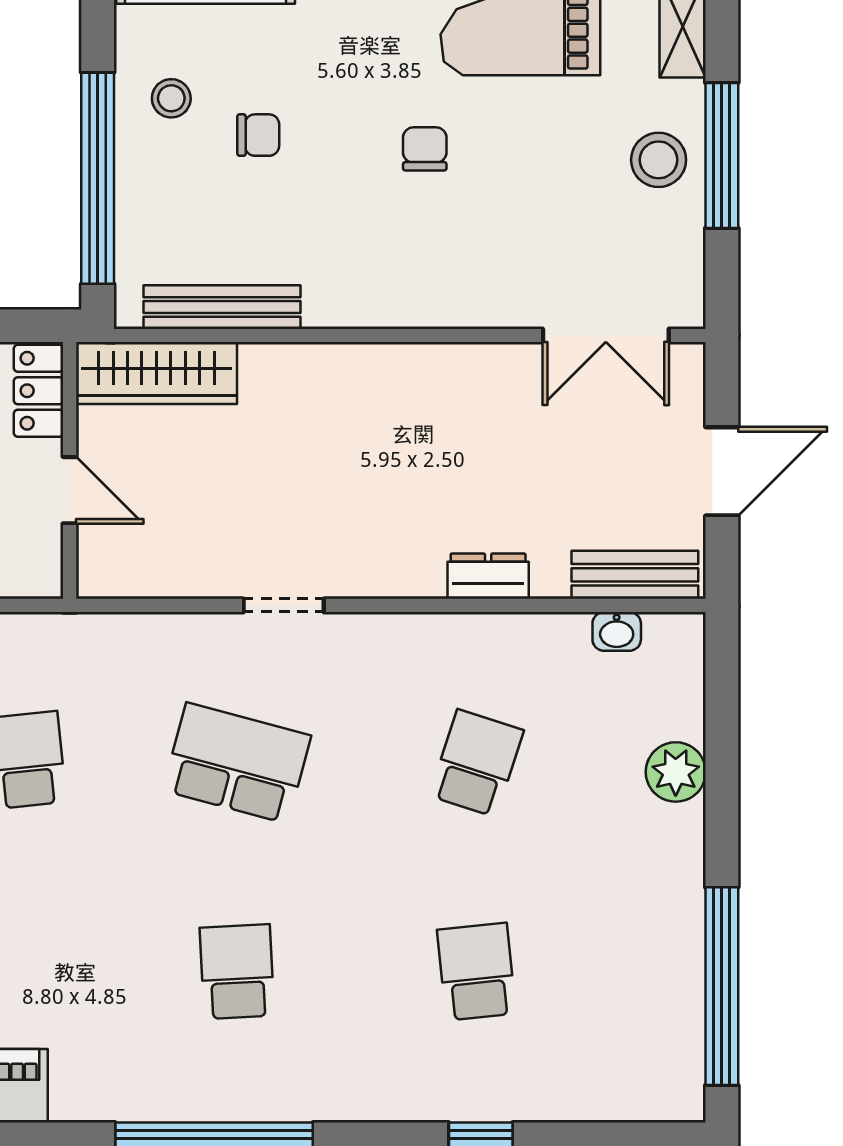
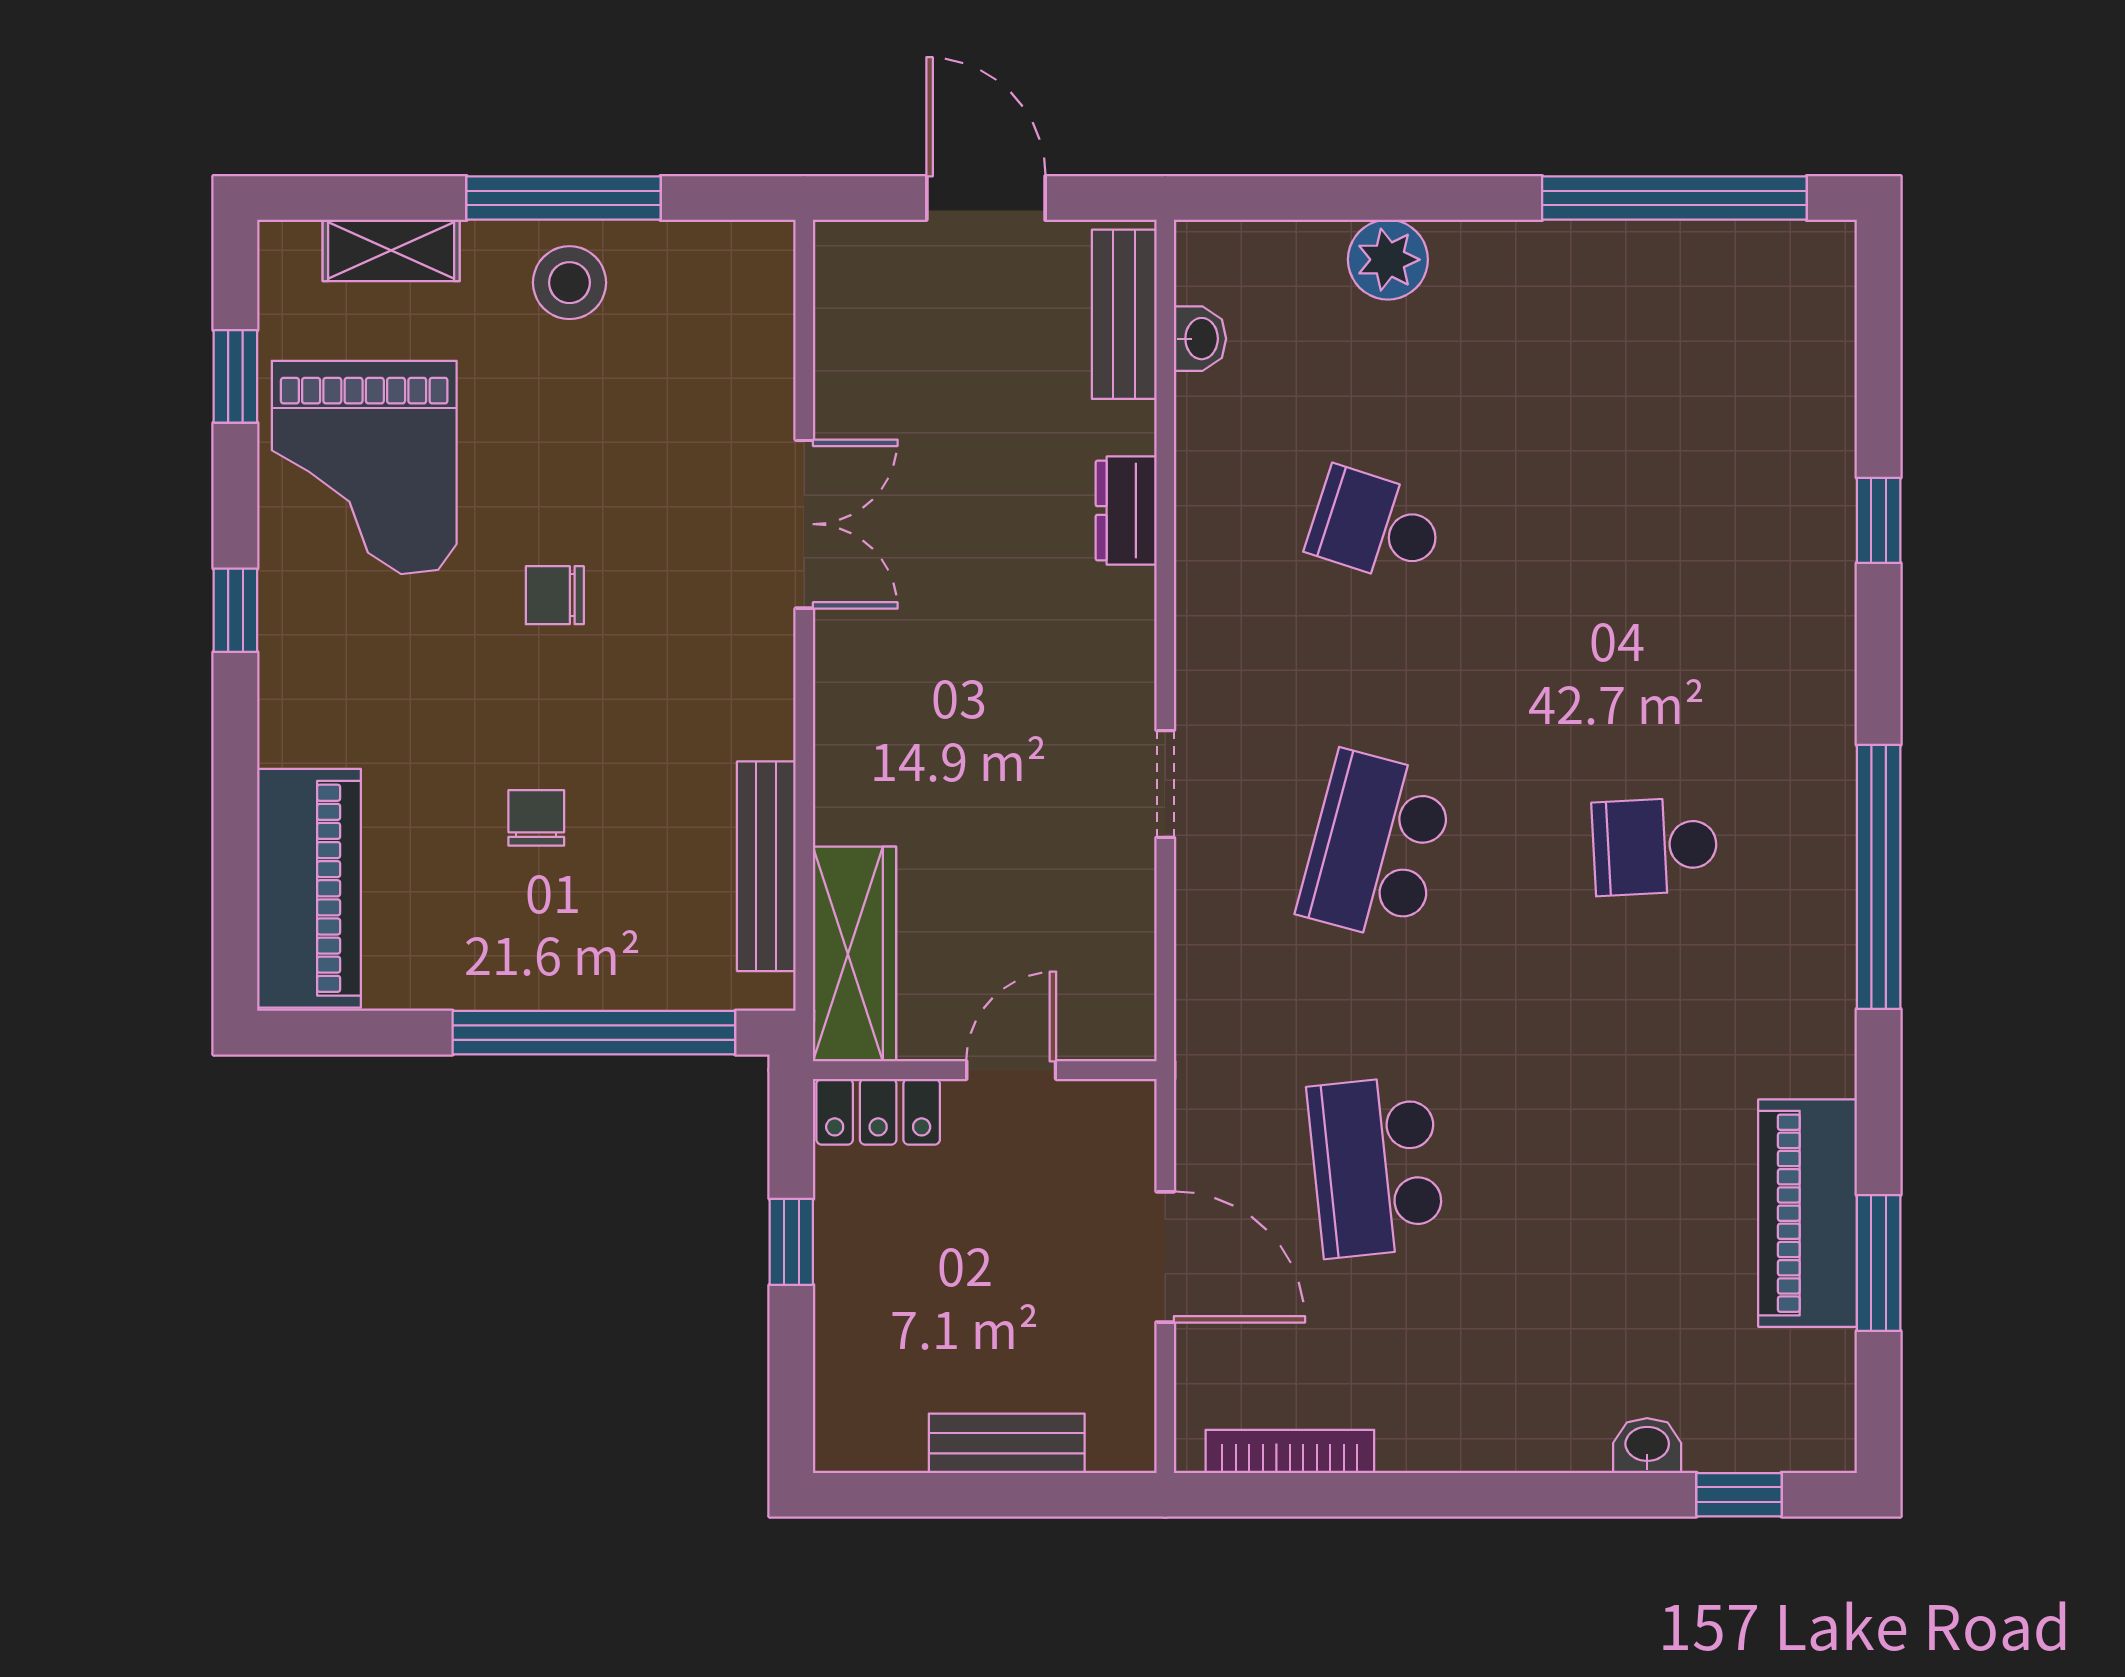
stool: (171, 98) -> (487, 934), removed
double door: (606, 335) -> (804, 524), moved
school desk: (477, 972) -> (1655, 526), removed

